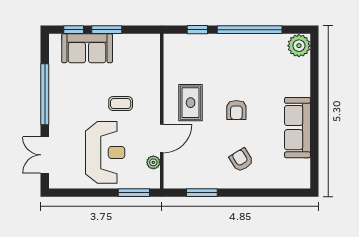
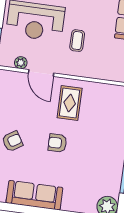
rug: (191, 103) -> (70, 103), turned 90

